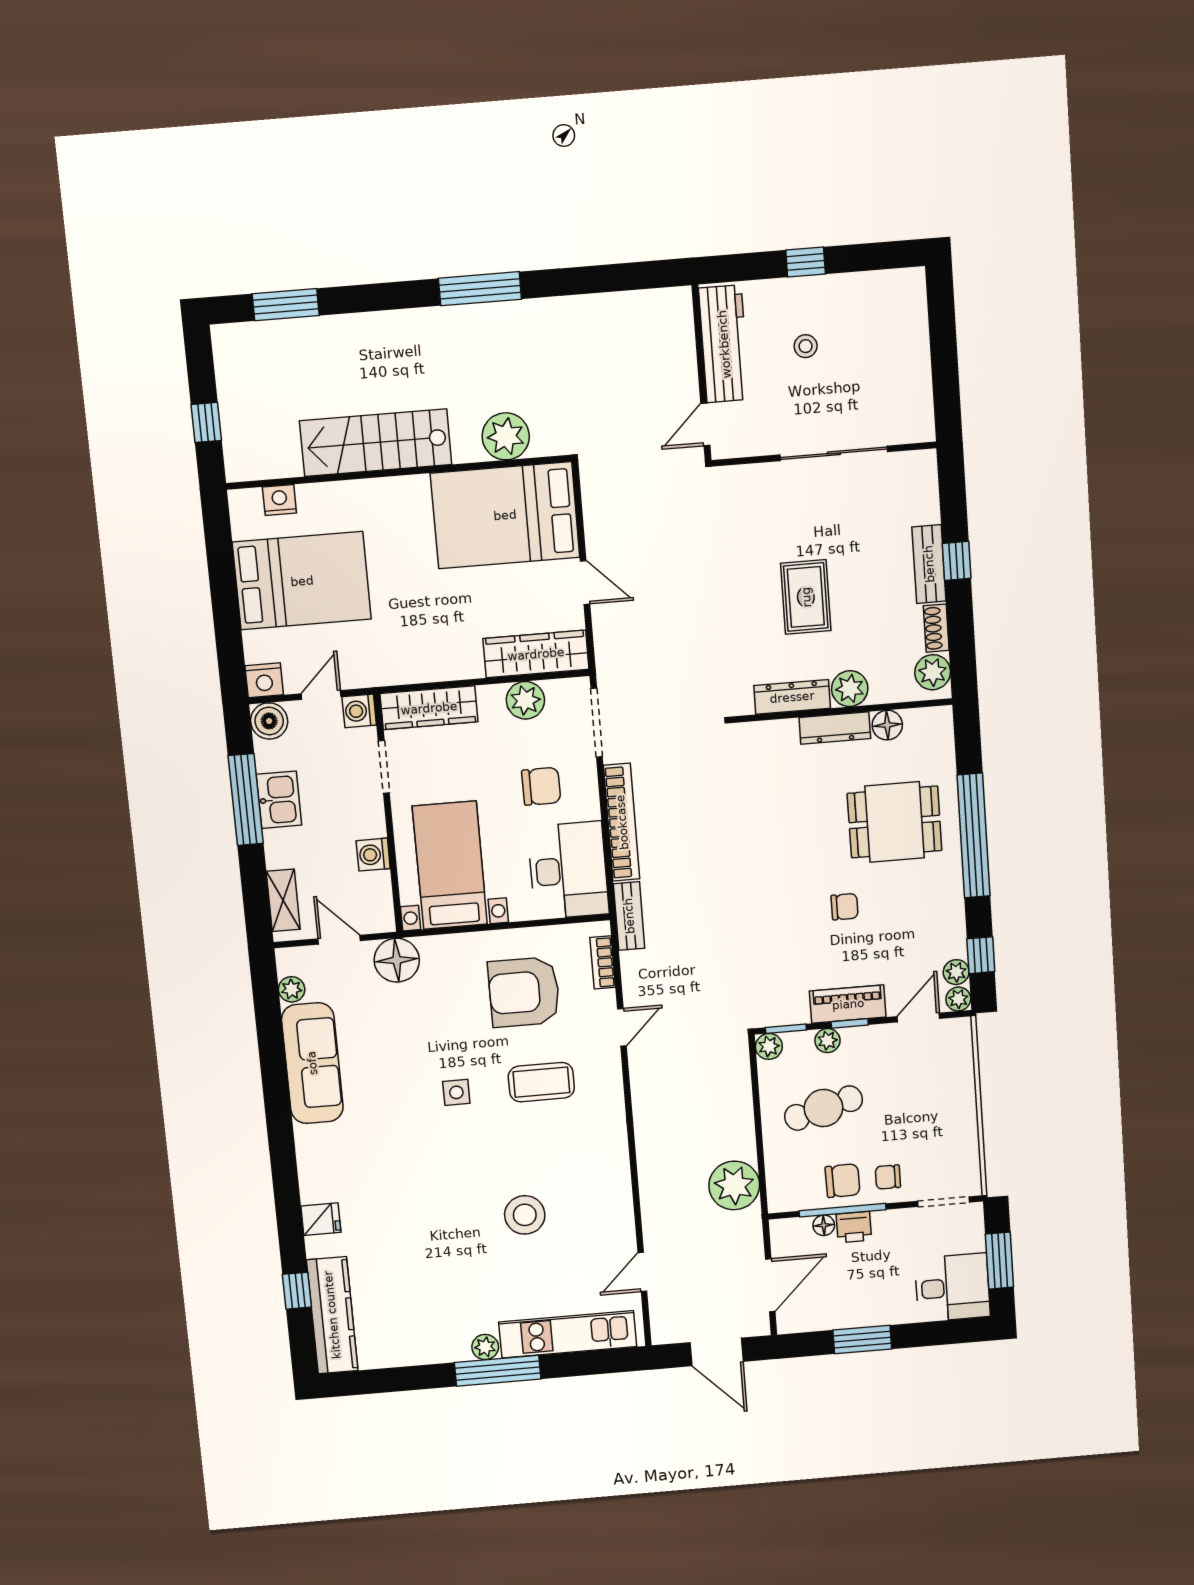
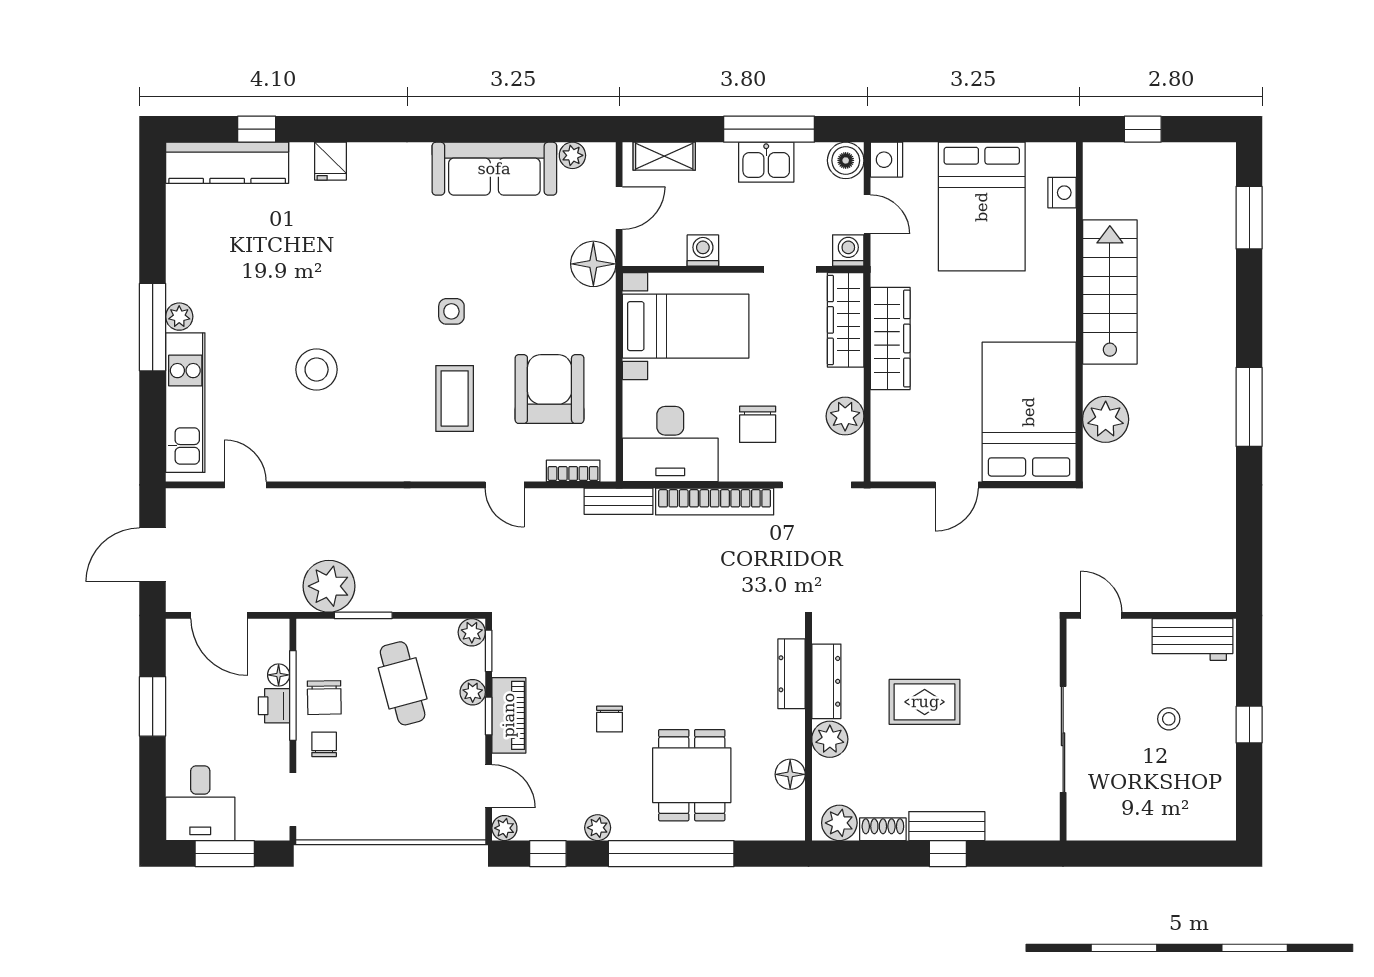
workbench: (724, 344) -> (1192, 639), width x0.73
wardrobe: (536, 654) -> (890, 338), moved
dresser: (835, 728) -> (792, 674), moved
plant: (956, 972) -> (598, 828), moved
window: (760, 1151) -> (363, 615), added

